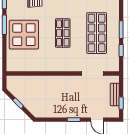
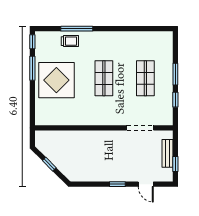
shop shelf: (97, 33) -> (145, 78), width x0.70, depth x0.74

